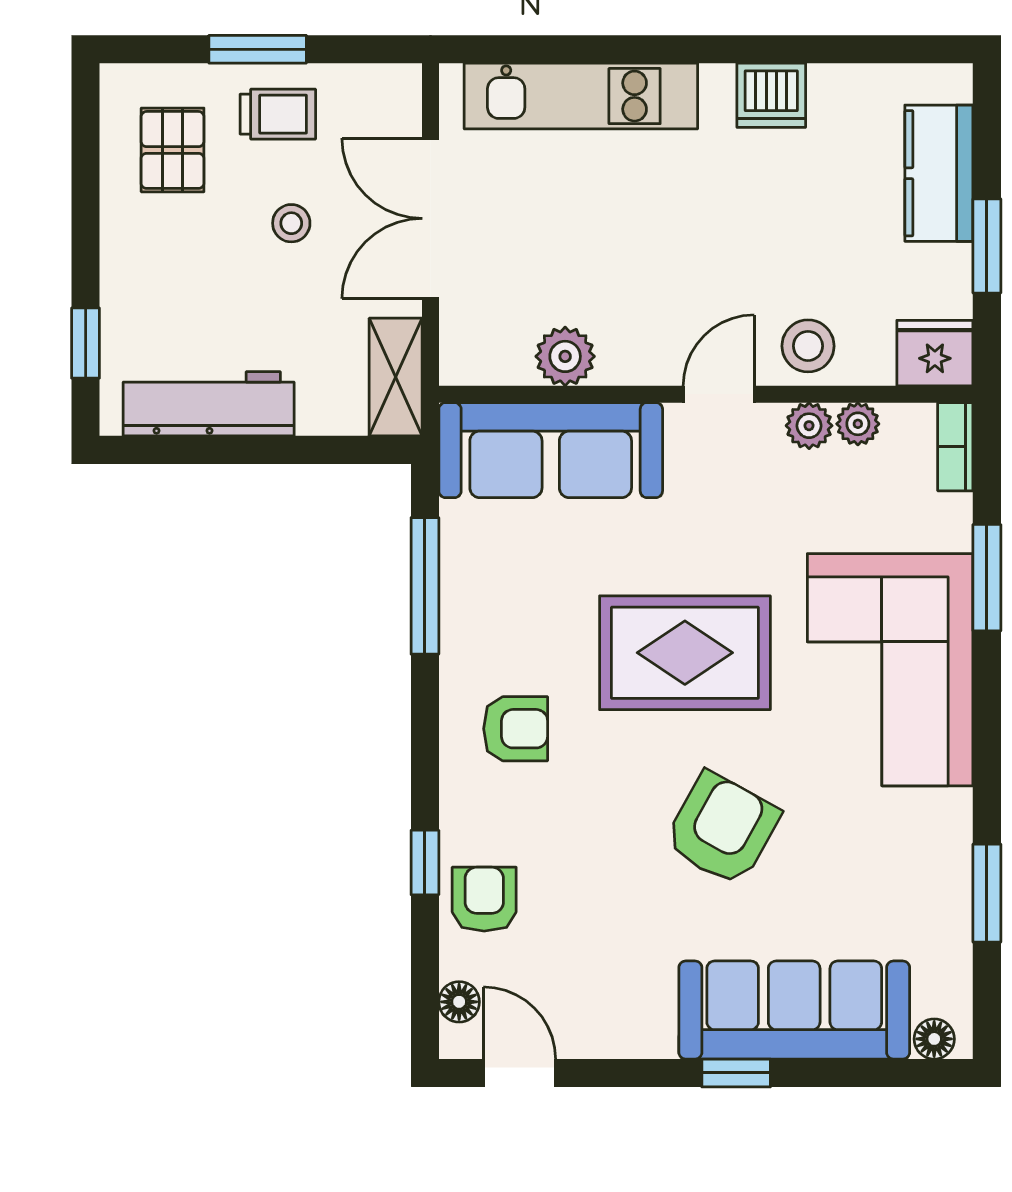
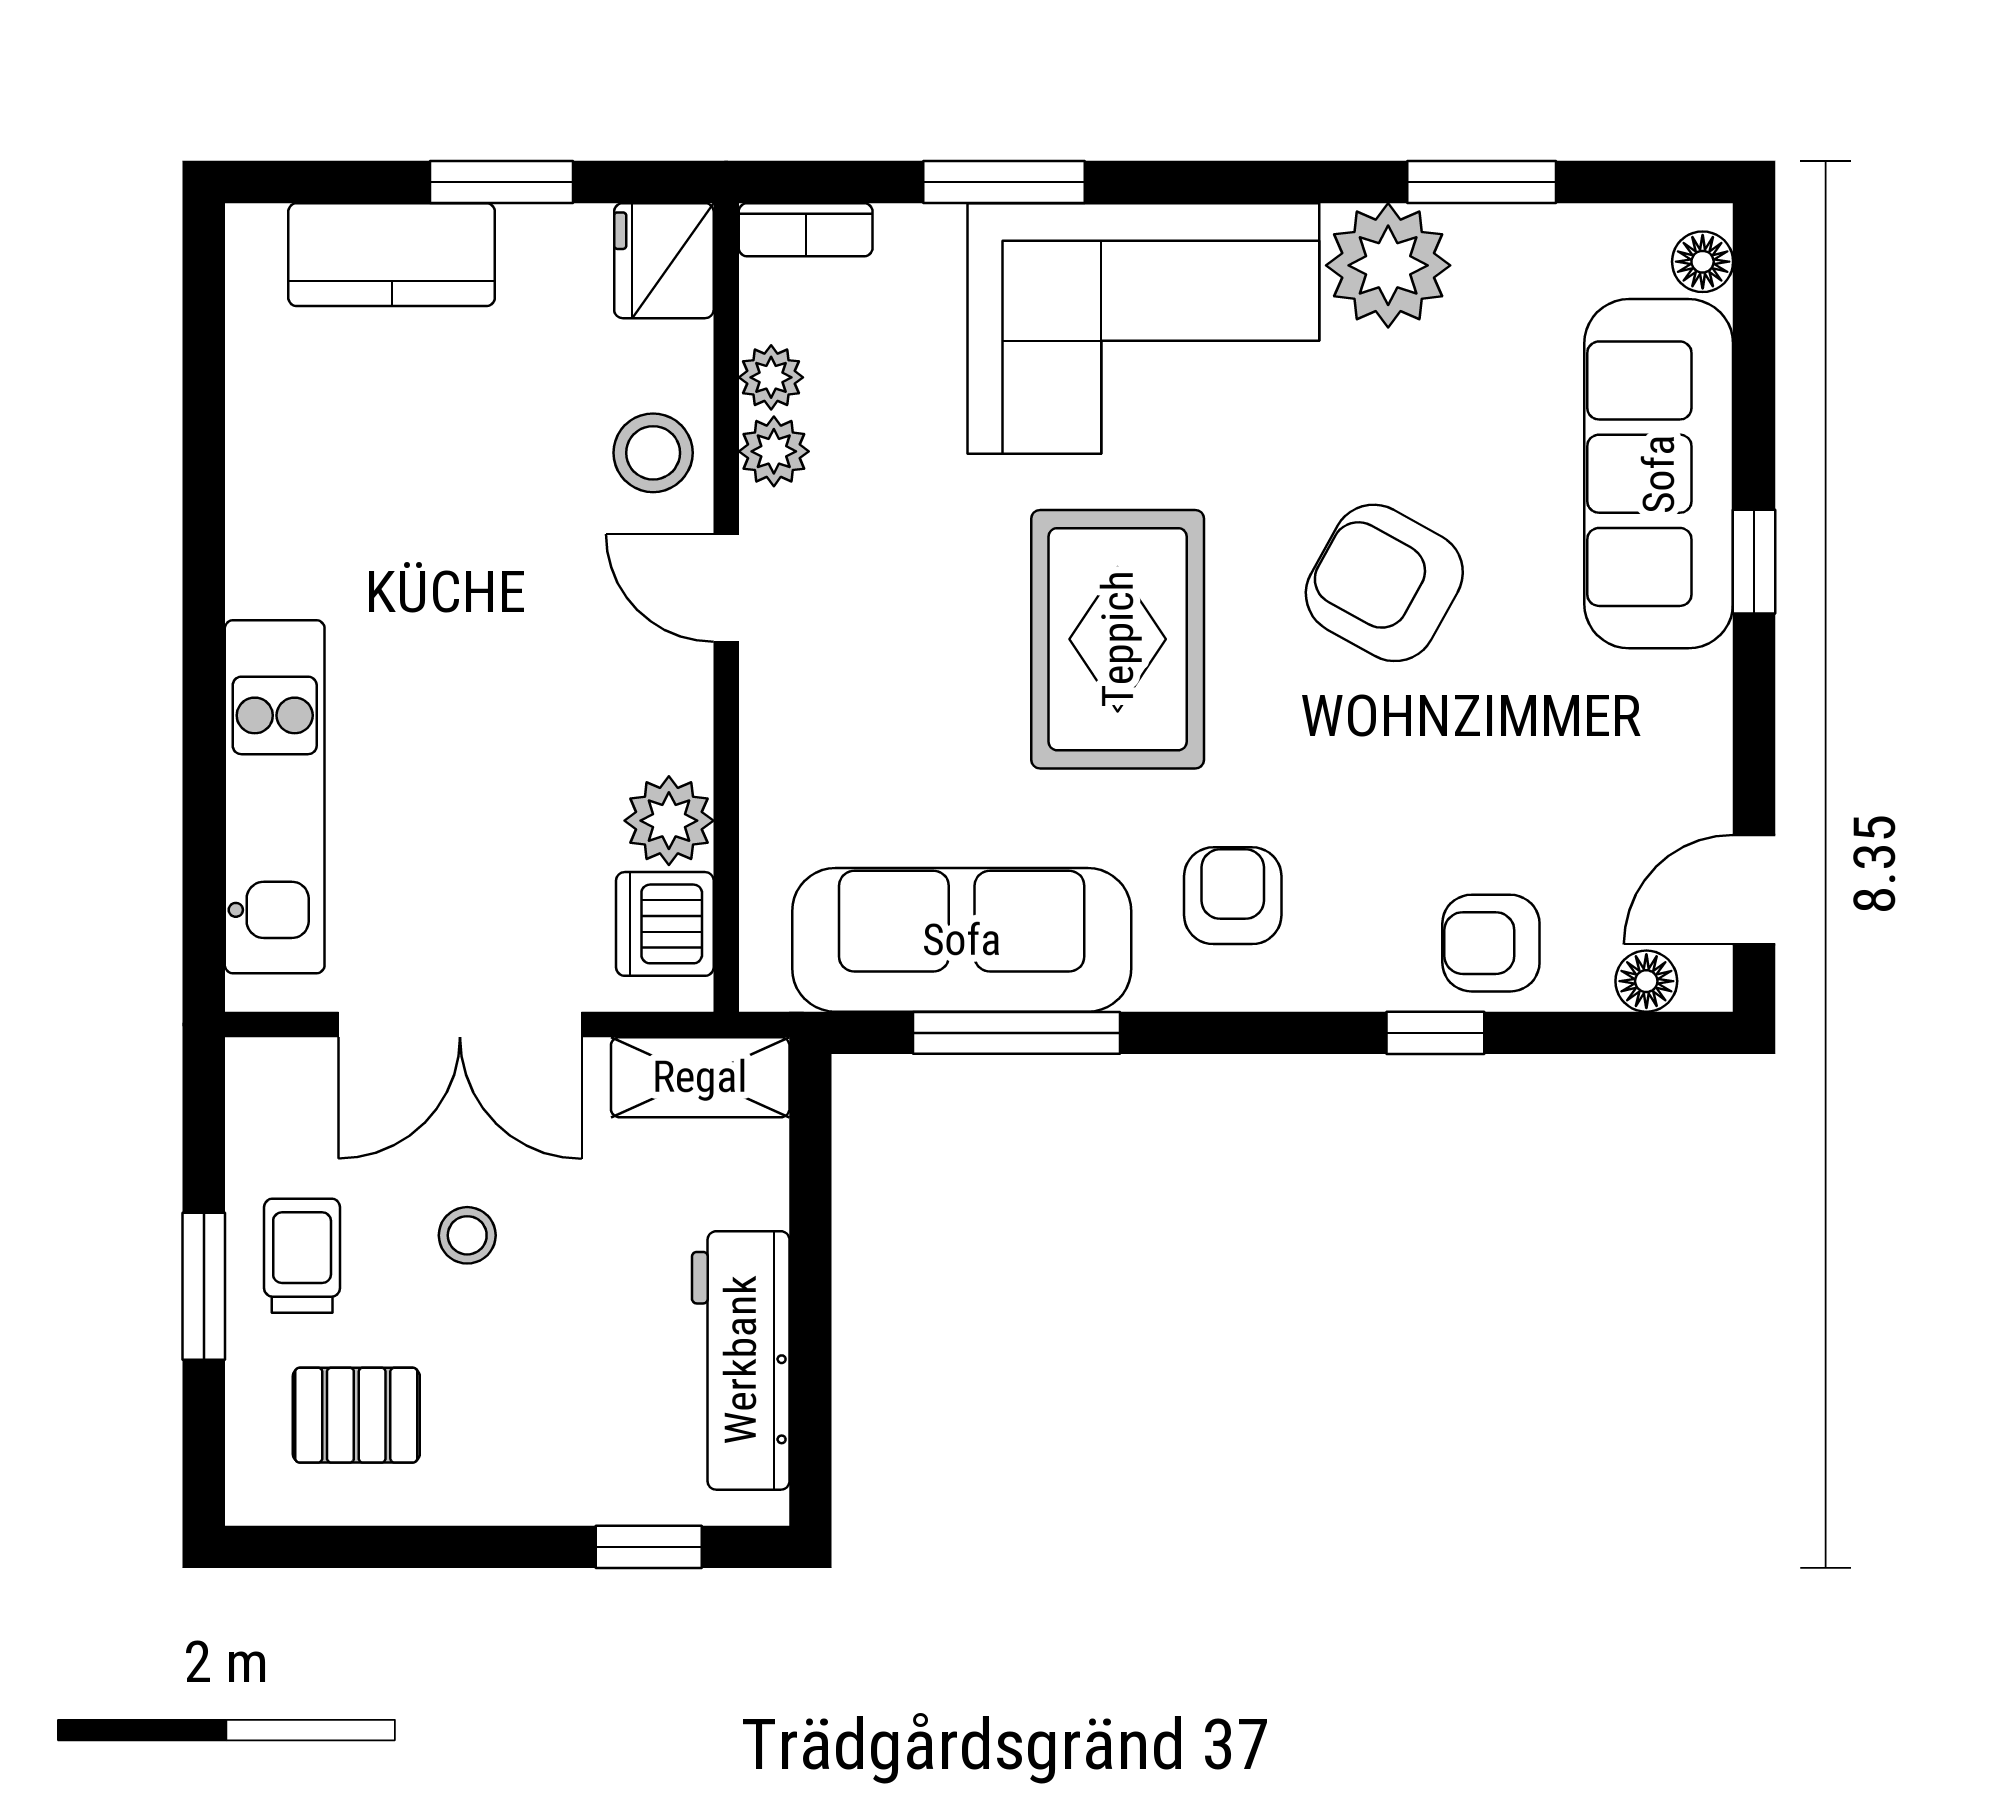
dishwasher: (771, 95) -> (665, 924), moved, turned 180
sofa: (551, 450) -> (962, 940), moved, turned -90
plant: (932, 831) -> (1388, 265), added

